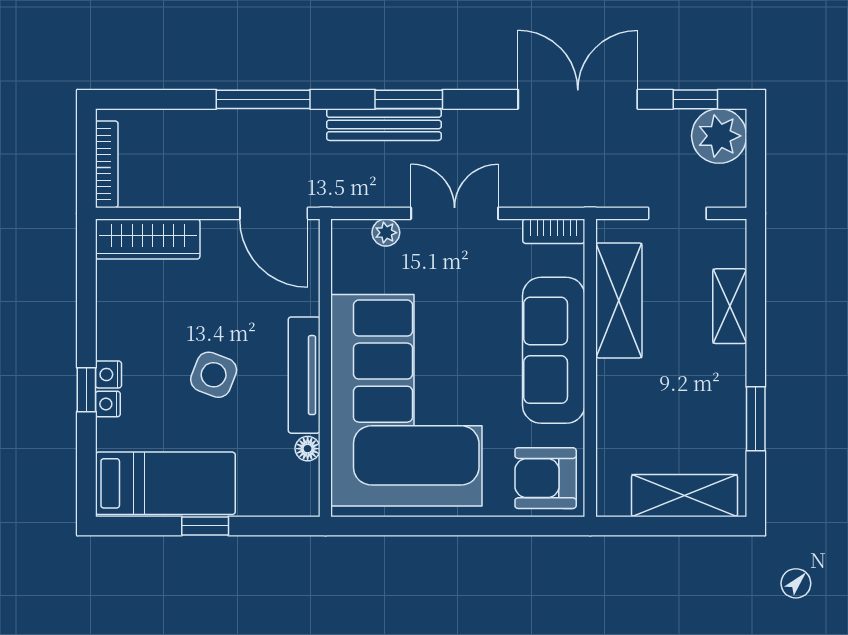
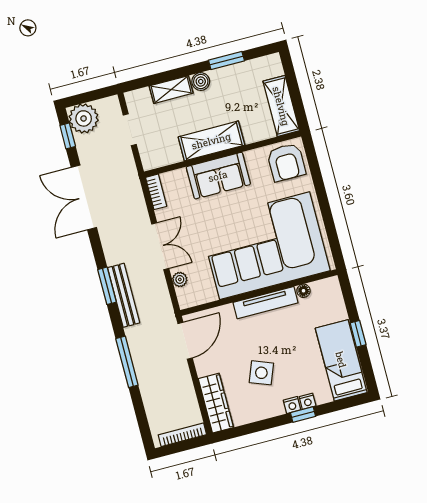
double door: (455, 213) -> (160, 246), swing flipped
shelving: (619, 300) -> (211, 141), moved
sofa: (554, 350) -> (218, 176), width x0.73
boiler: (730, 363) -> (201, 82), added
side table: (214, 375) -> (261, 373), moved
shelving: (685, 496) -> (281, 106), moved

